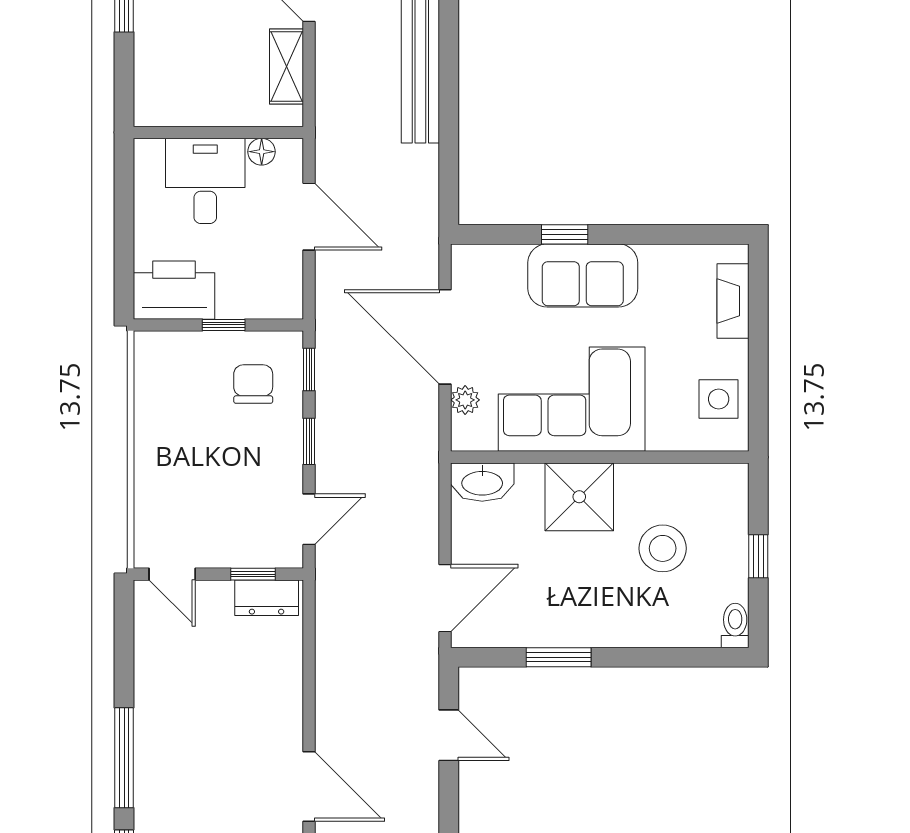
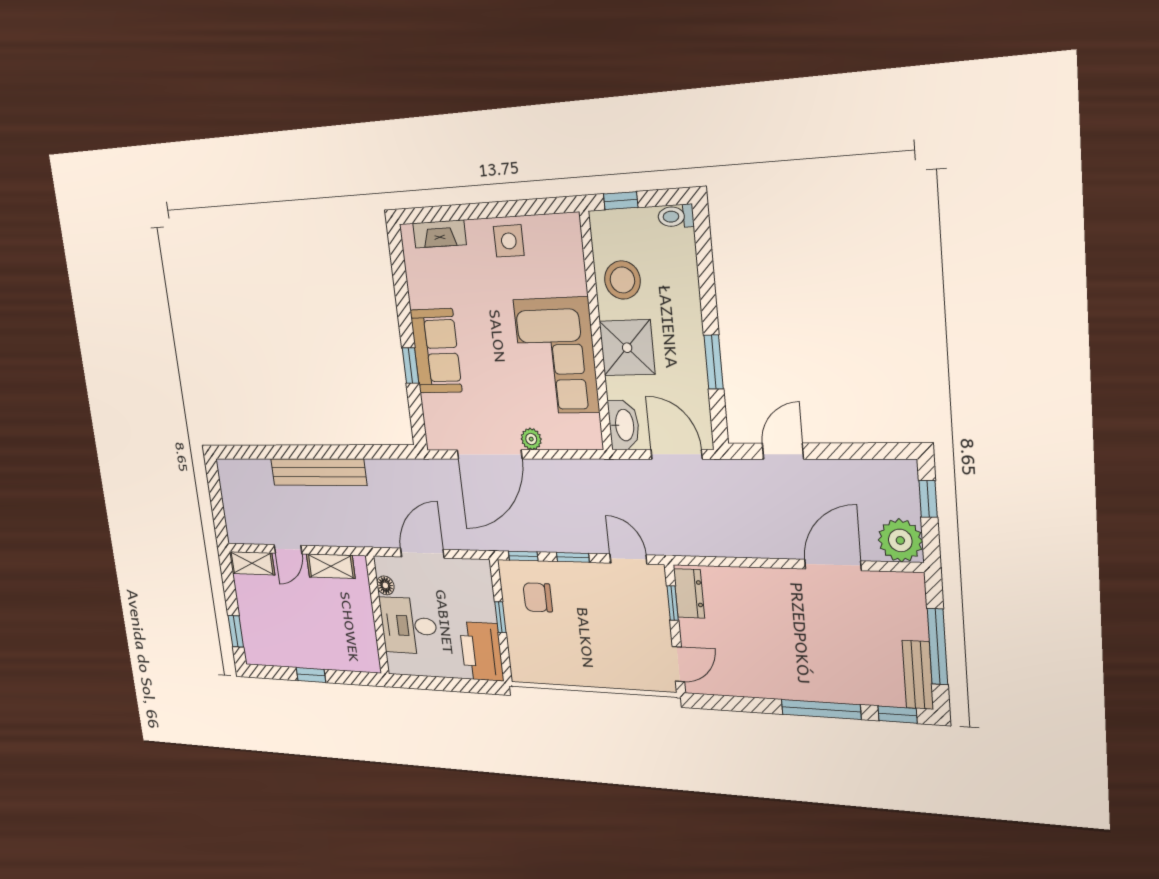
corner sofa: (572, 399) -> (556, 356), moved
wall: (600, 457) -> (596, 332), moved
washbasin: (482, 482) -> (624, 425), moved
shower: (579, 497) -> (627, 348), moved

